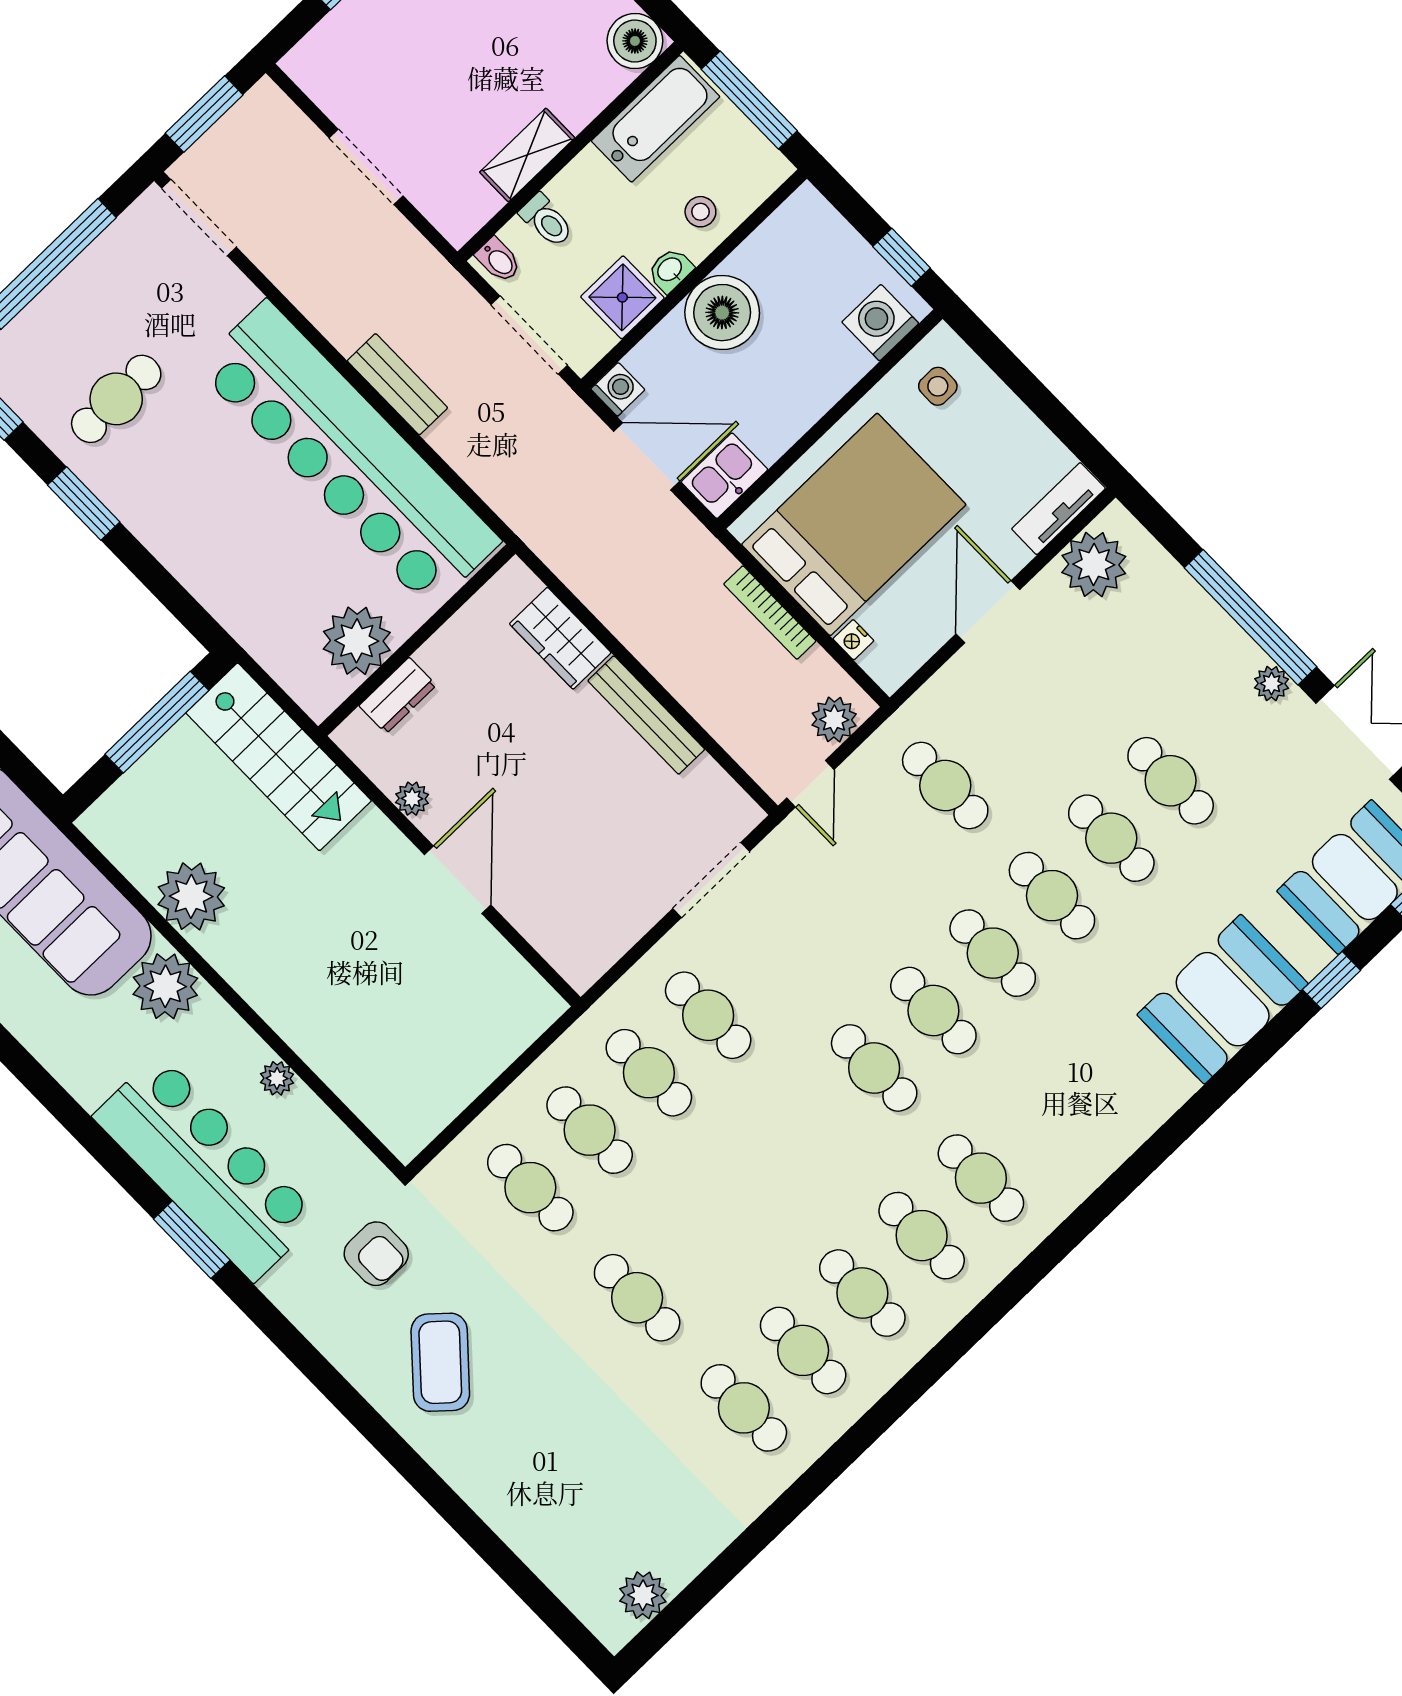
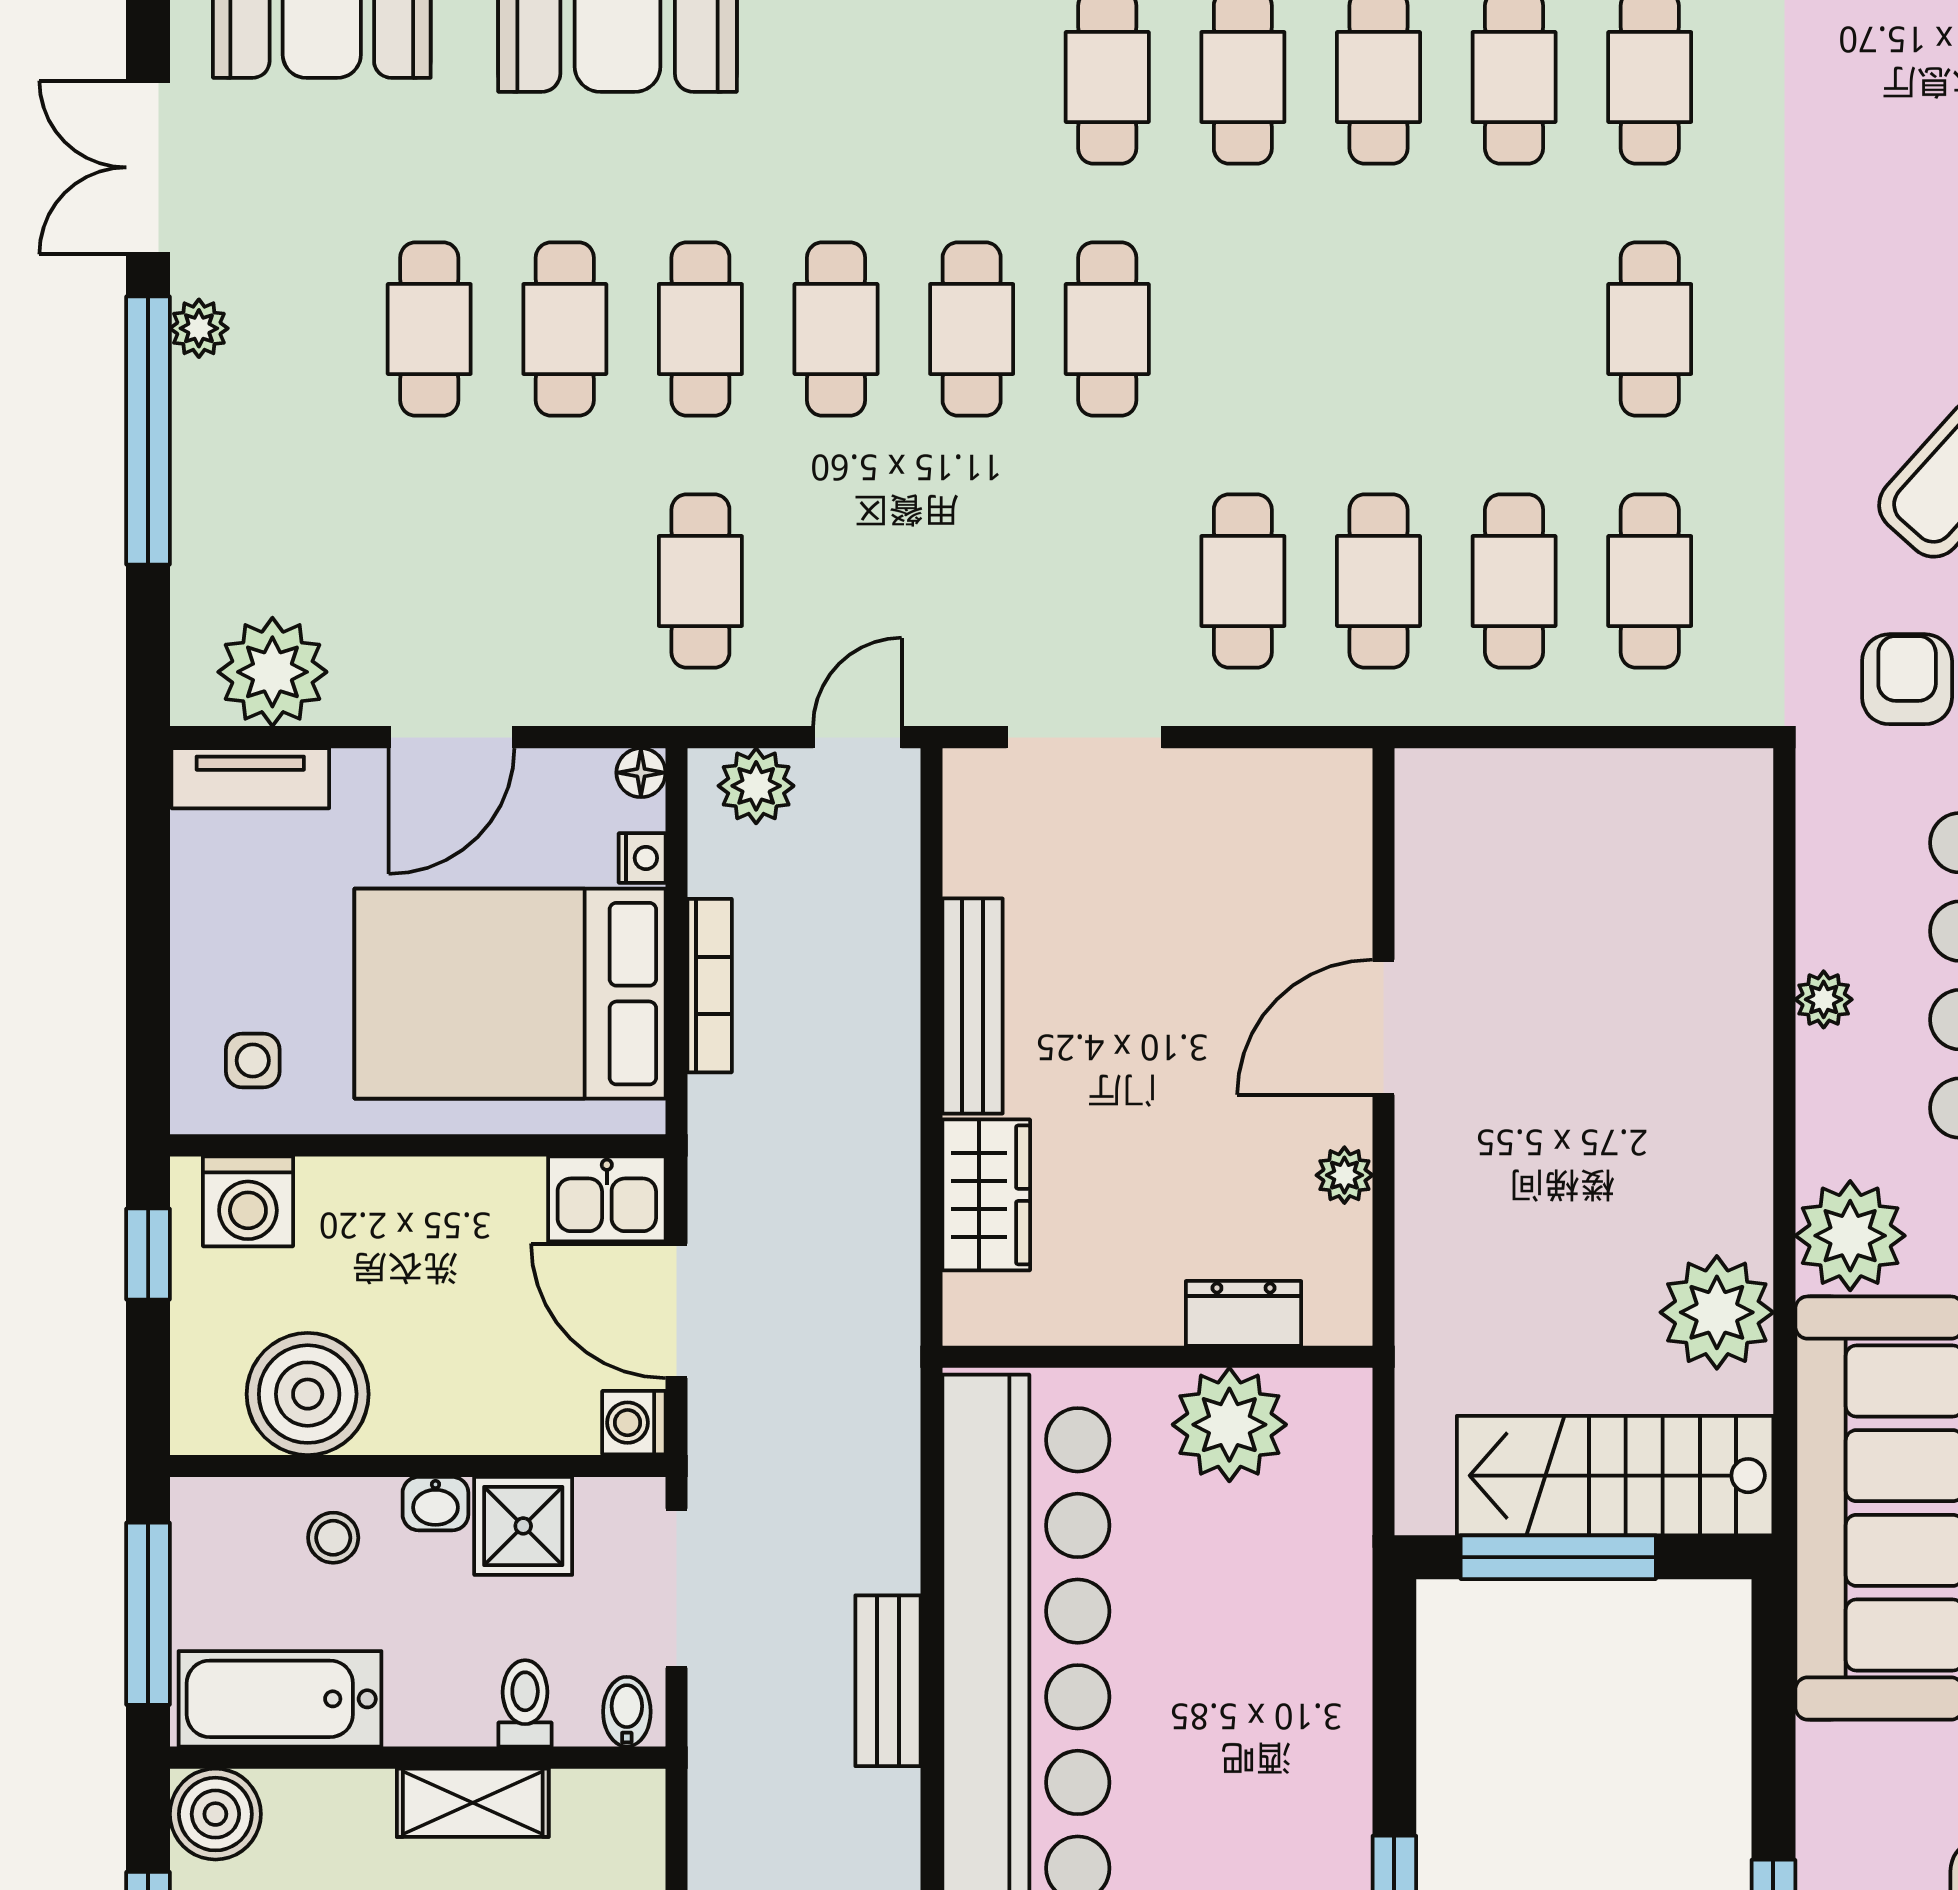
boiler: (722, 313) -> (308, 1394), moved
floor lamp: (890, 677) -> (641, 773), added
stairs: (279, 757) -> (1615, 1476), moved, turned -90

